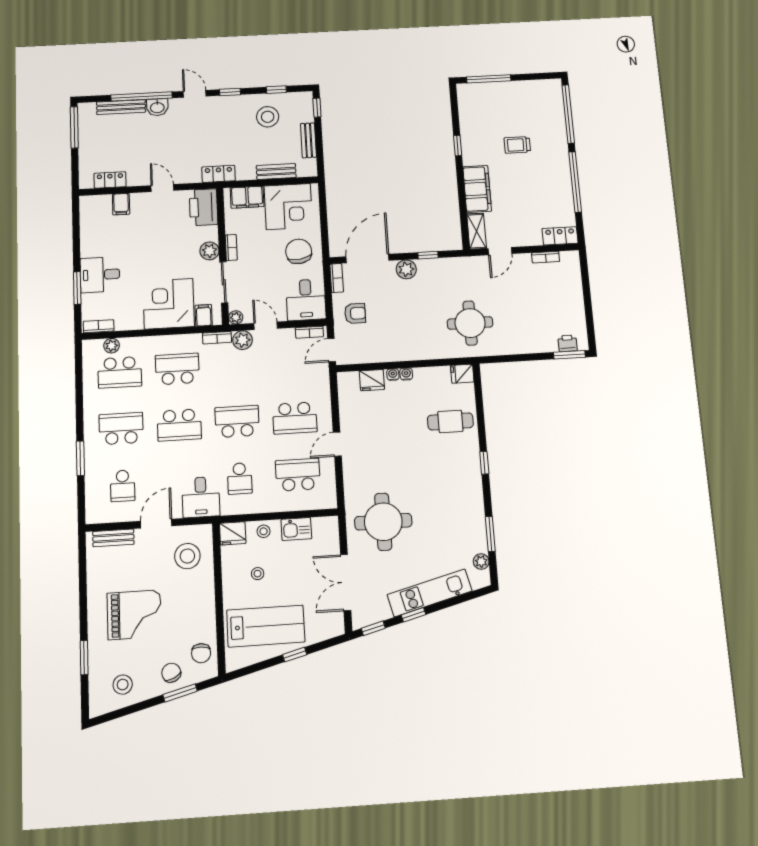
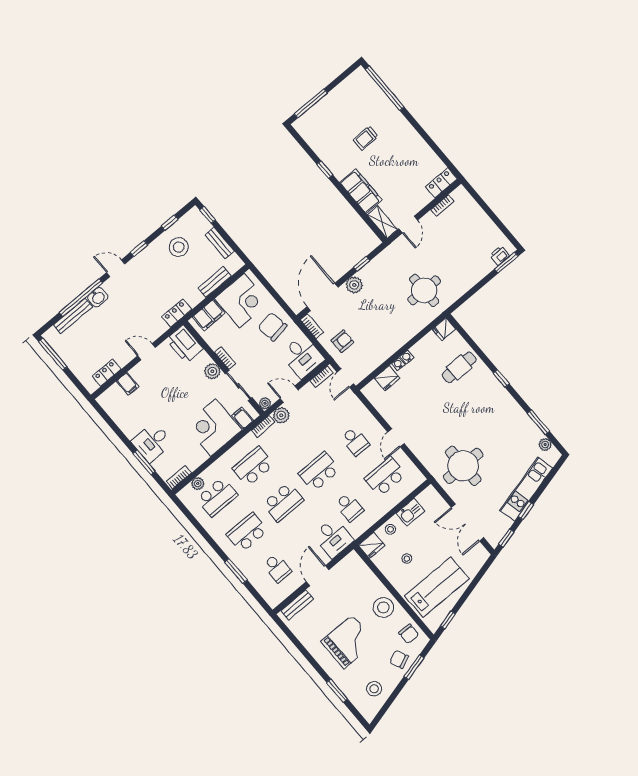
window: (575, 182) -> (425, 135), removed
school desk: (295, 418) -> (355, 441), width x0.54
stool: (187, 556) -> (383, 607), moved
window: (295, 655) -> (448, 620), moved

